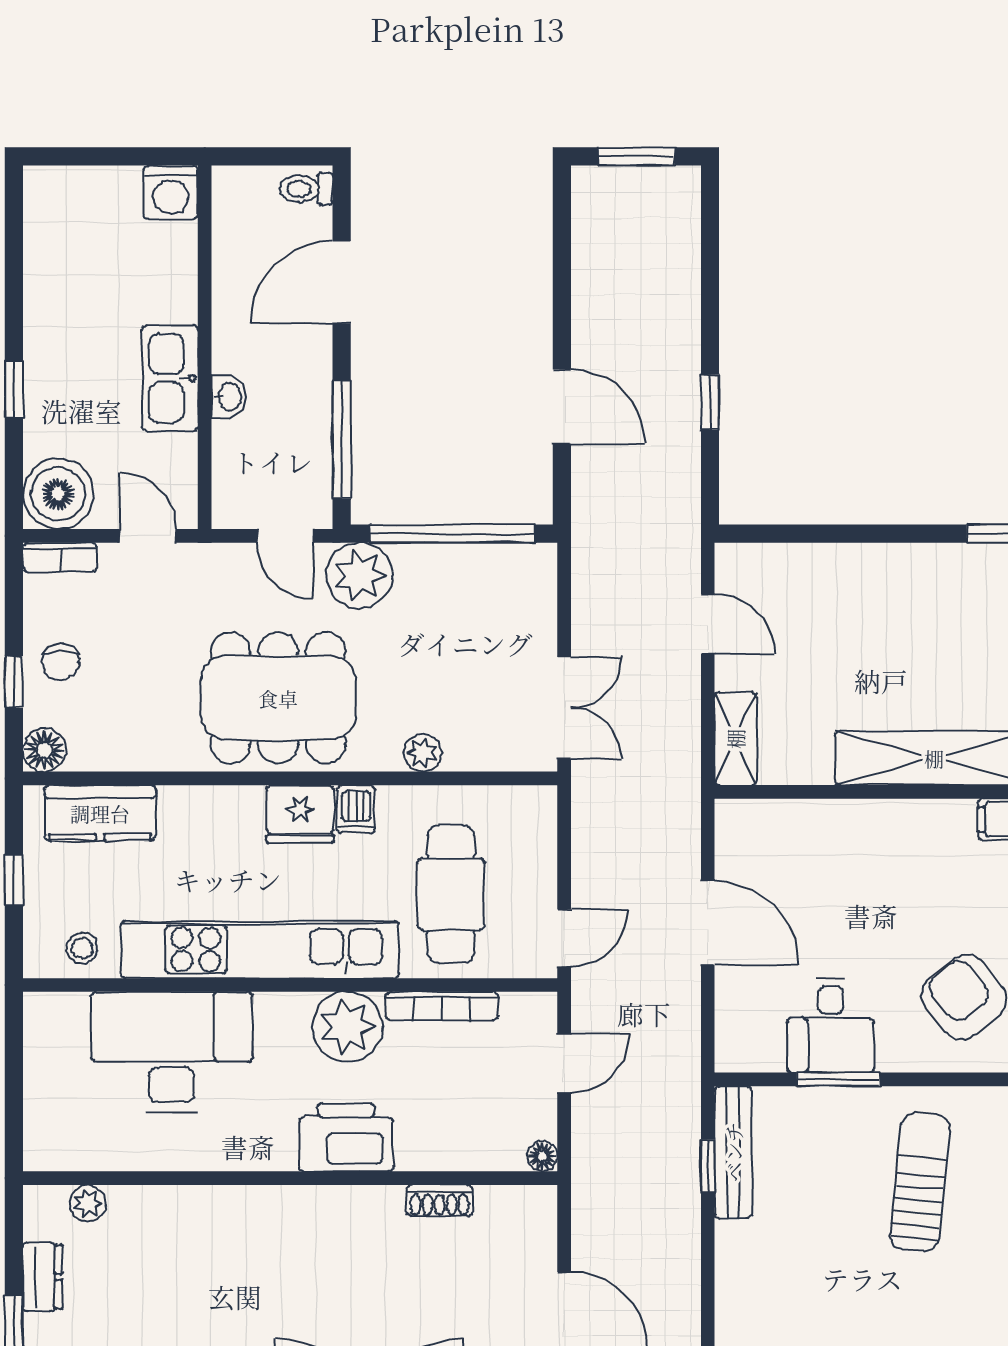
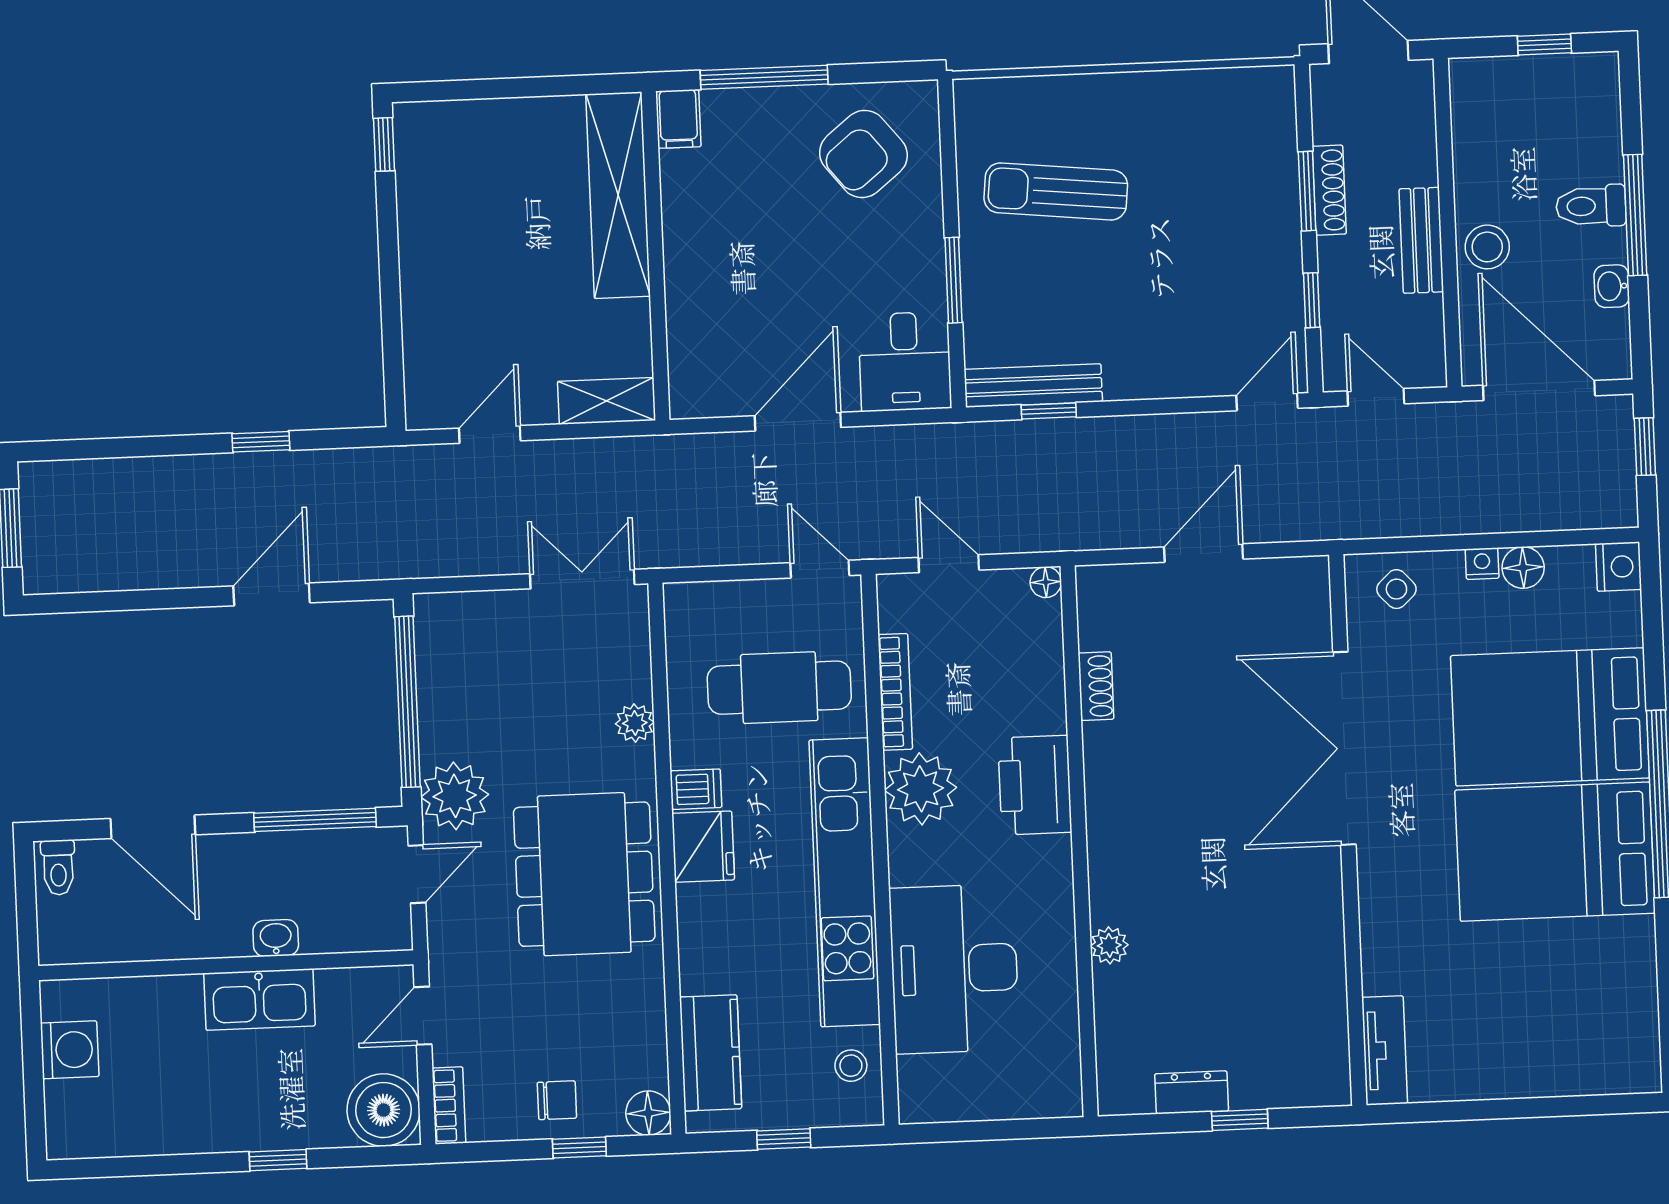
washing machine: (171, 193) -> (70, 1050), moved
desk: (831, 1025) -> (905, 361), moved, turned 90
plant: (88, 1203) -> (1109, 945), moved

